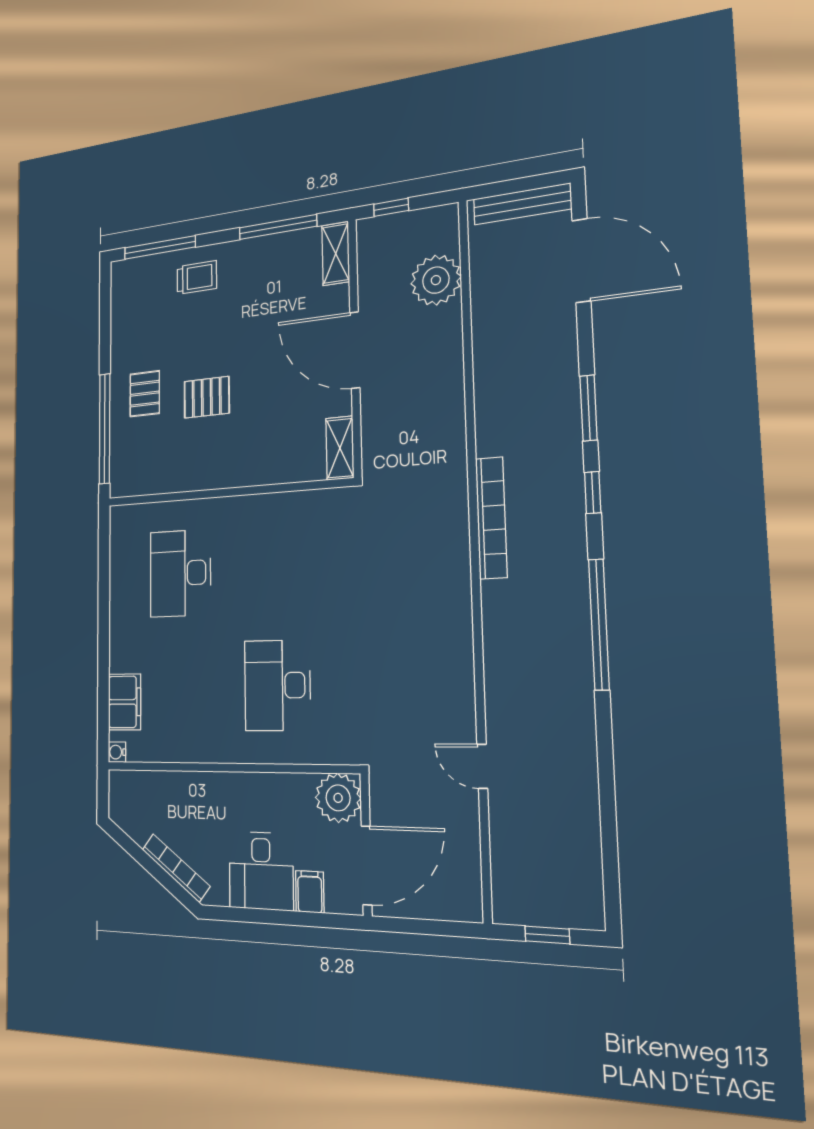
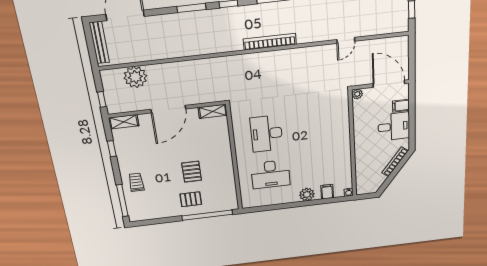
window: (278, 227) -> (112, 149), width x0.46
bookcase: (491, 518) -> (270, 42), moved
plant: (124, 654) -> (307, 194), added
desk: (277, 685) -> (267, 134), moved, turned 90
filing cabinet: (125, 702) -> (327, 192), width x0.50
plant: (338, 798) -> (357, 94), width x0.53, depth x0.53

